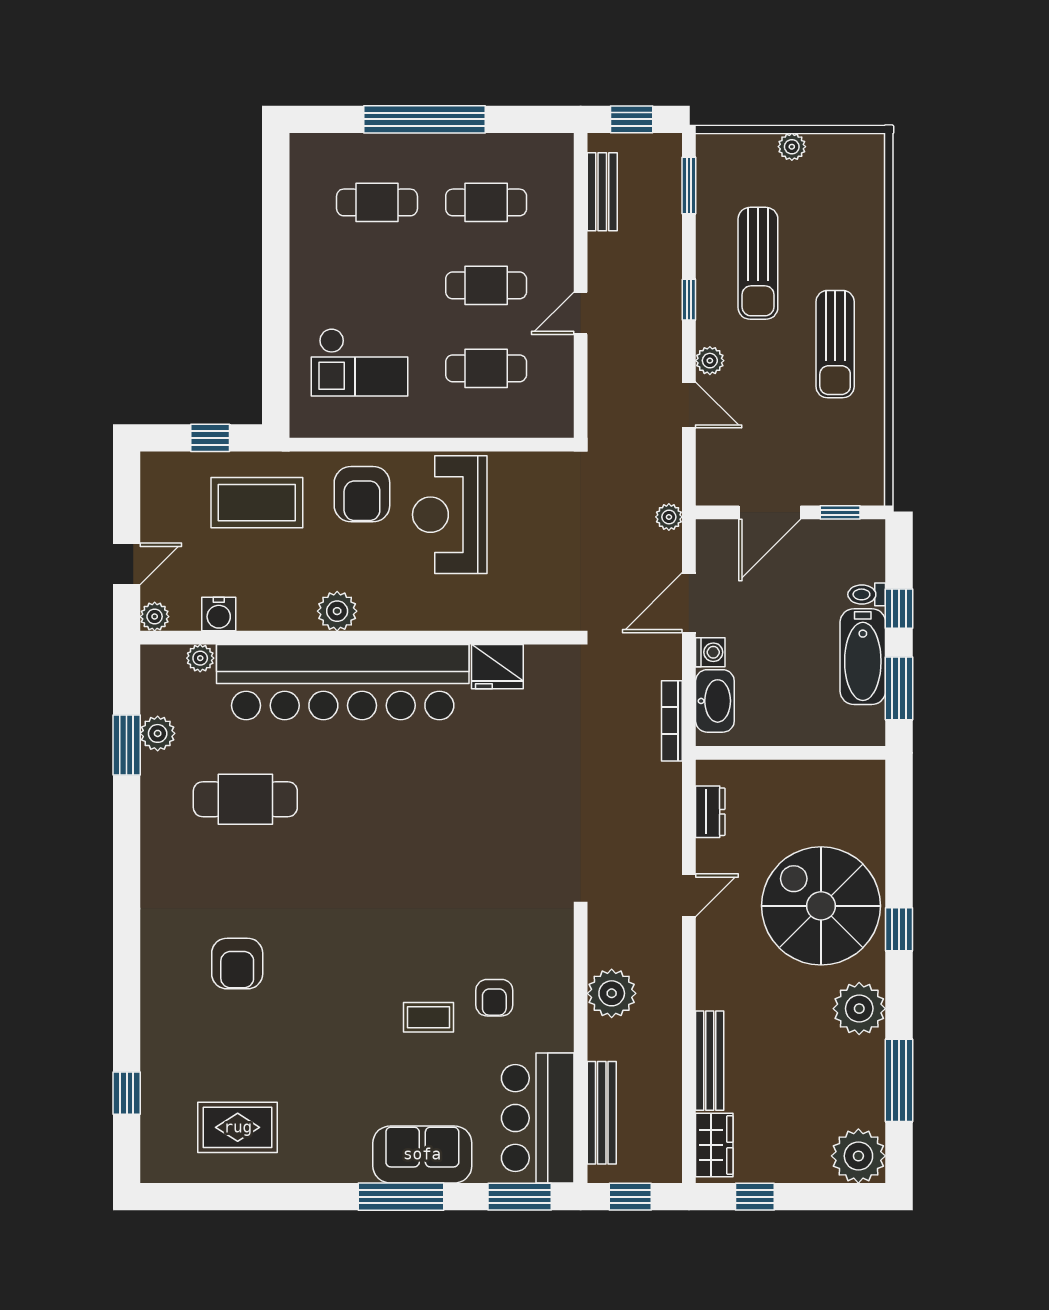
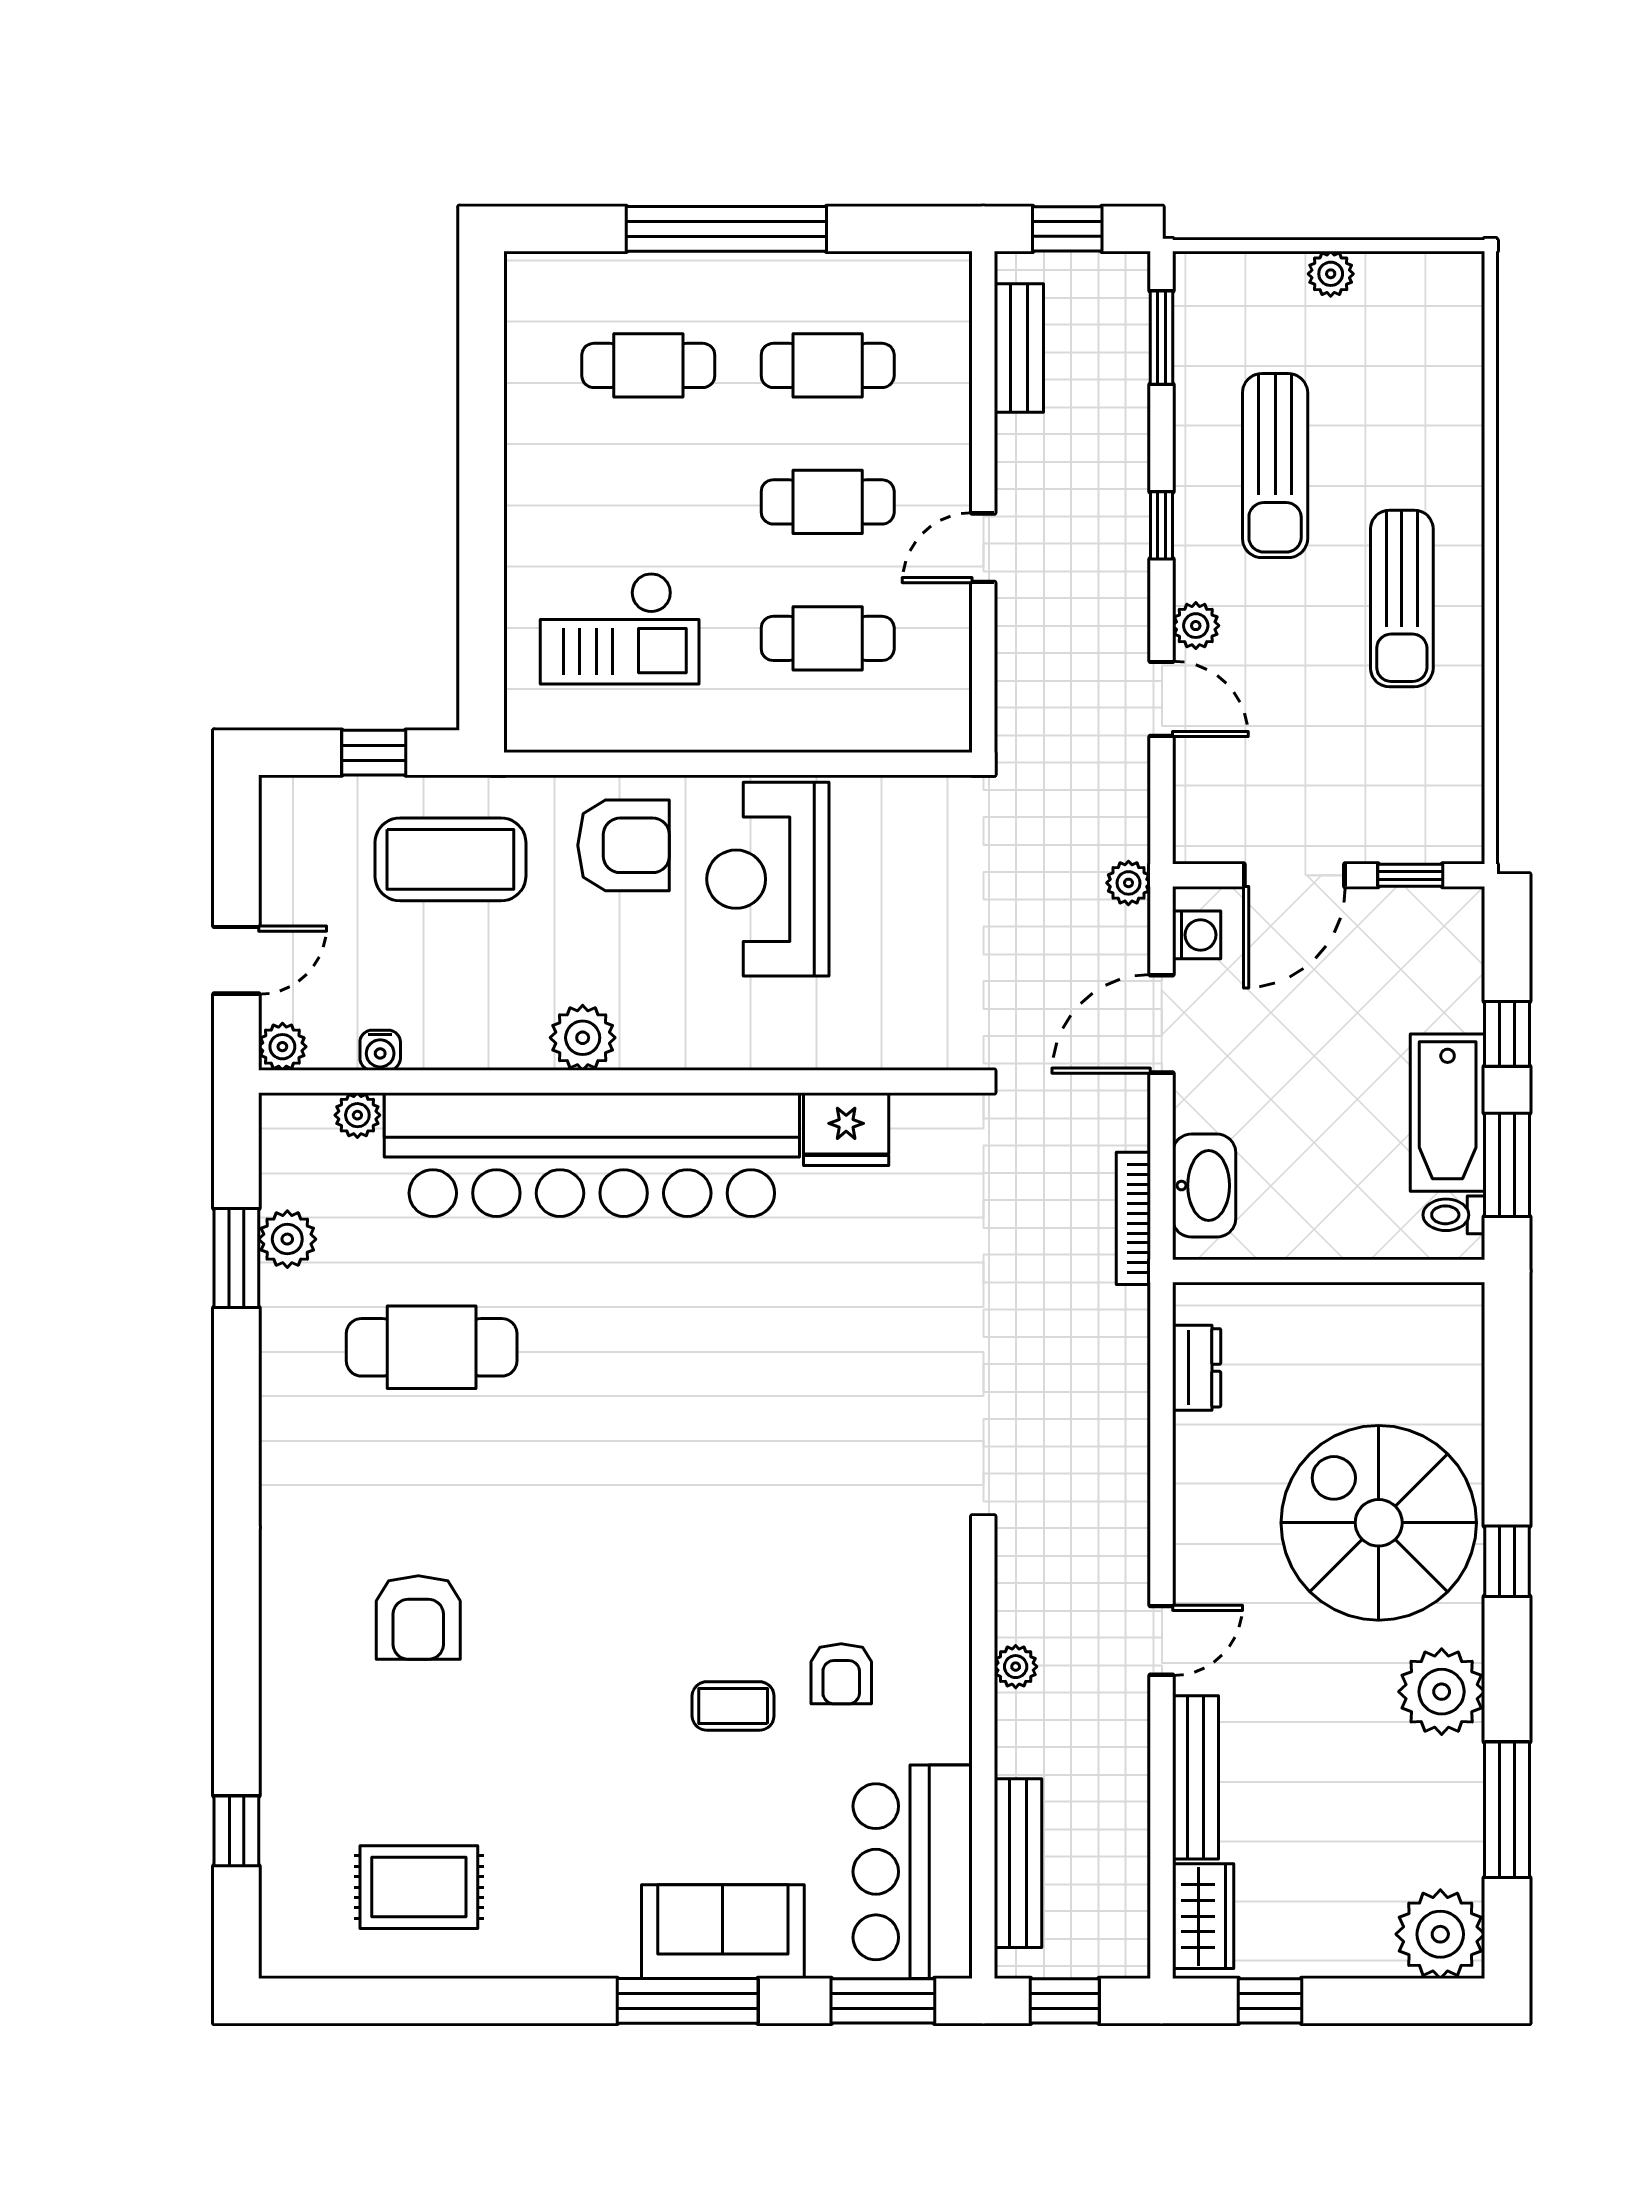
armchair: (362, 494) -> (624, 845), turned -90
toilet: (867, 594) -> (1454, 1215), moved
water cooler: (219, 614) -> (380, 1050), width x0.72, depth x0.72
washing machine: (710, 652) -> (1197, 935), moved
door: (689, 895) -> (1162, 1640), moved
plant: (612, 993) -> (1016, 1667), width x0.53, depth x0.53

